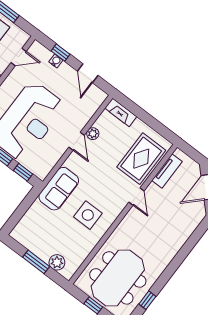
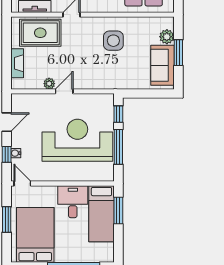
door: (19, 57) -> (22, 184), moved
fireplace: (121, 112) -> (17, 63), moved
sofa: (59, 189) -> (163, 65), moved, turned -90

